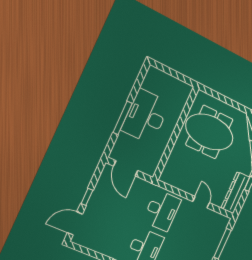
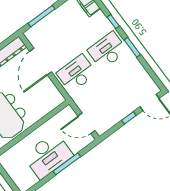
door: (126, 168) -> (86, 123), swing flipped
door: (201, 202) -> (41, 62), width x1.88

